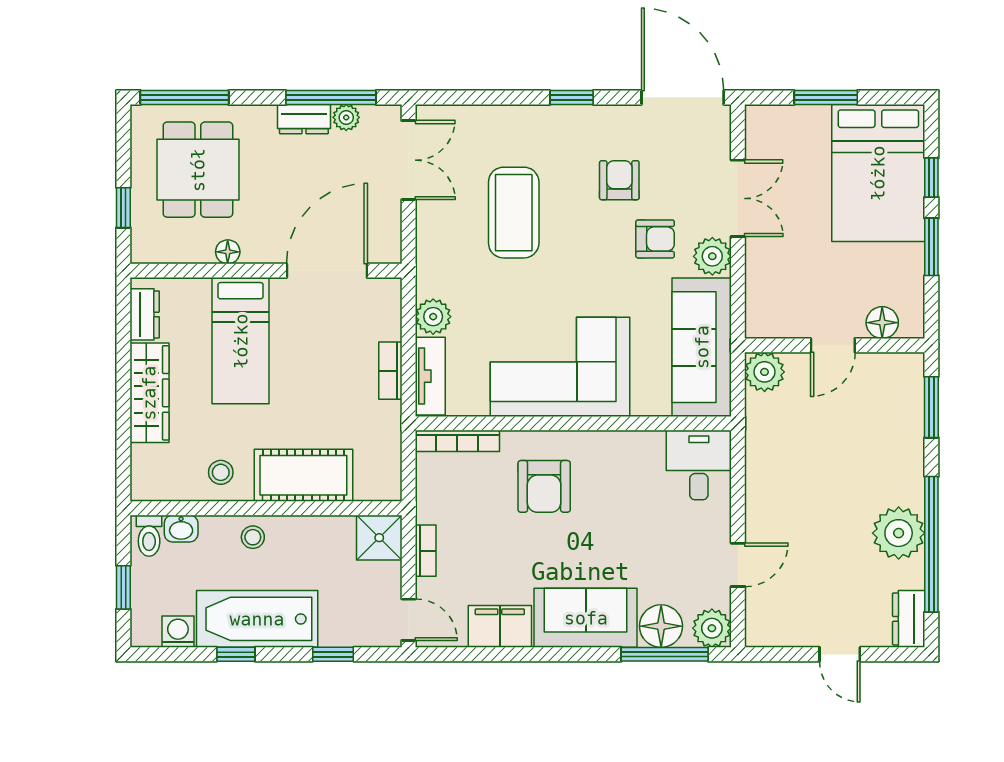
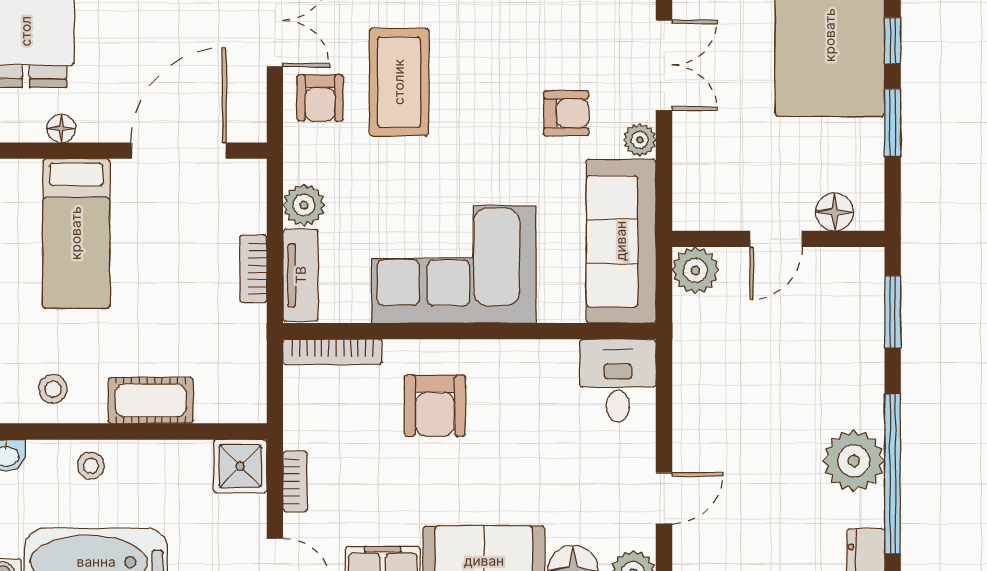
armchair: (619, 180) -> (320, 98), moved, turned 180
plant: (712, 256) -> (640, 140), width x0.73, depth x0.73
cot: (303, 475) -> (151, 400), width x0.73, depth x0.75

